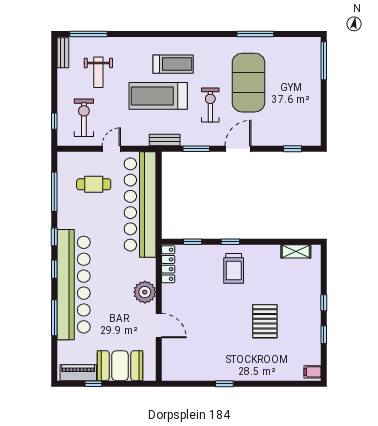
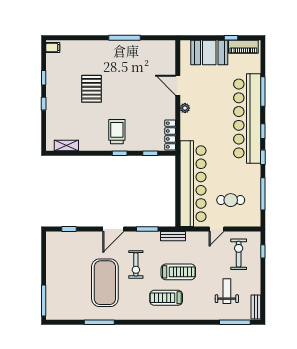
treadmill: (158, 96) -> (178, 272), width x0.73, depth x0.73
exercise bike: (84, 118) -> (239, 254), turned 180
plant: (145, 292) -> (185, 108), width x0.53, depth x0.53
window: (224, 384) -> (124, 38), width x2.17

